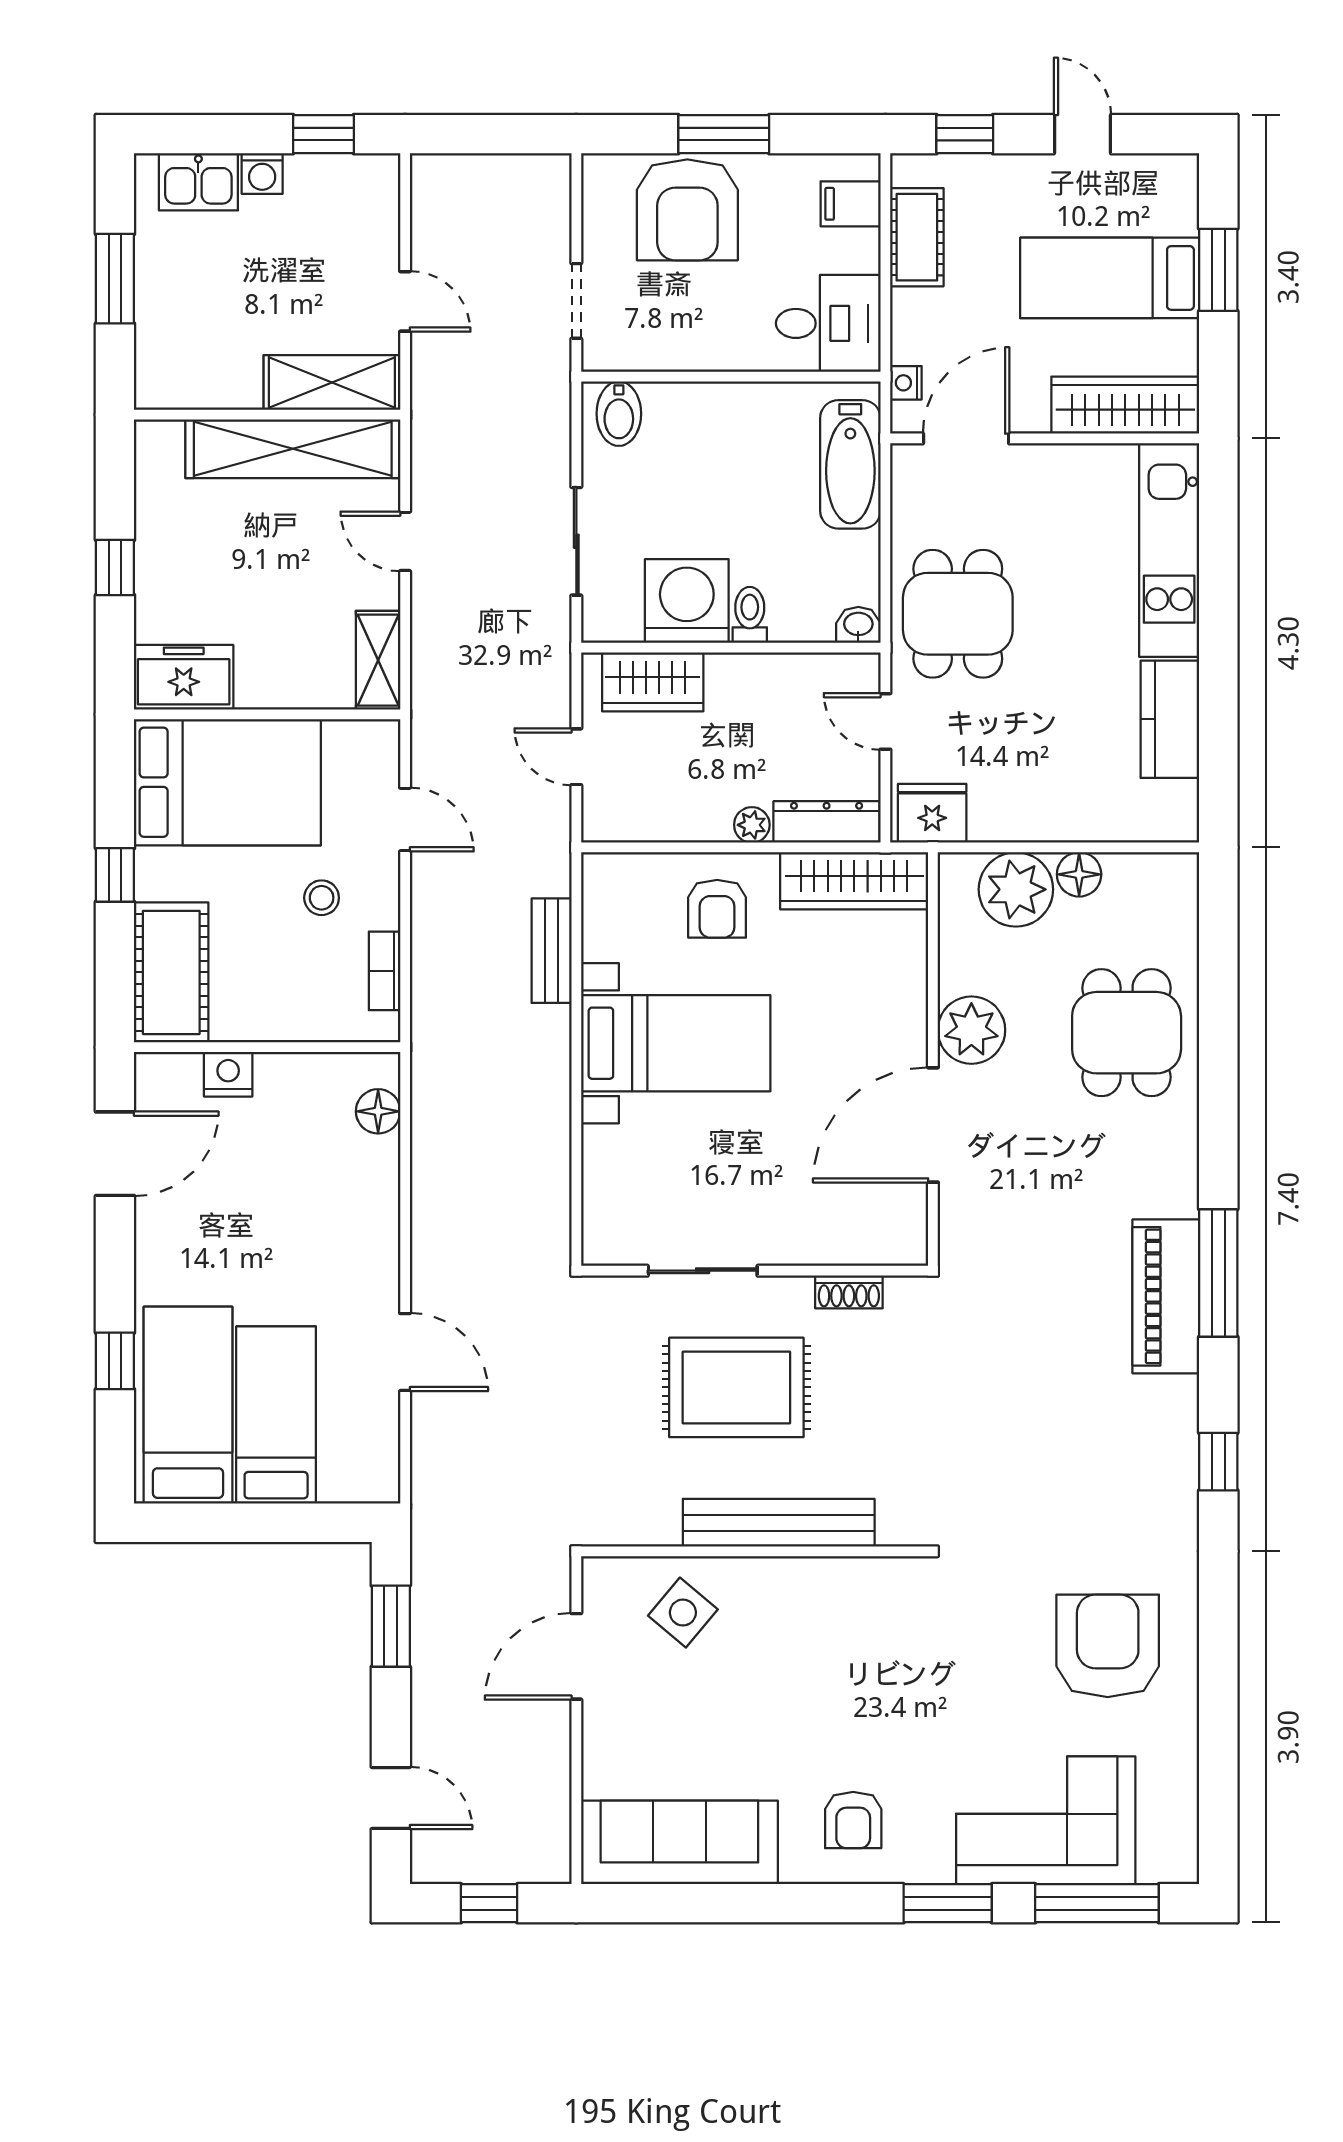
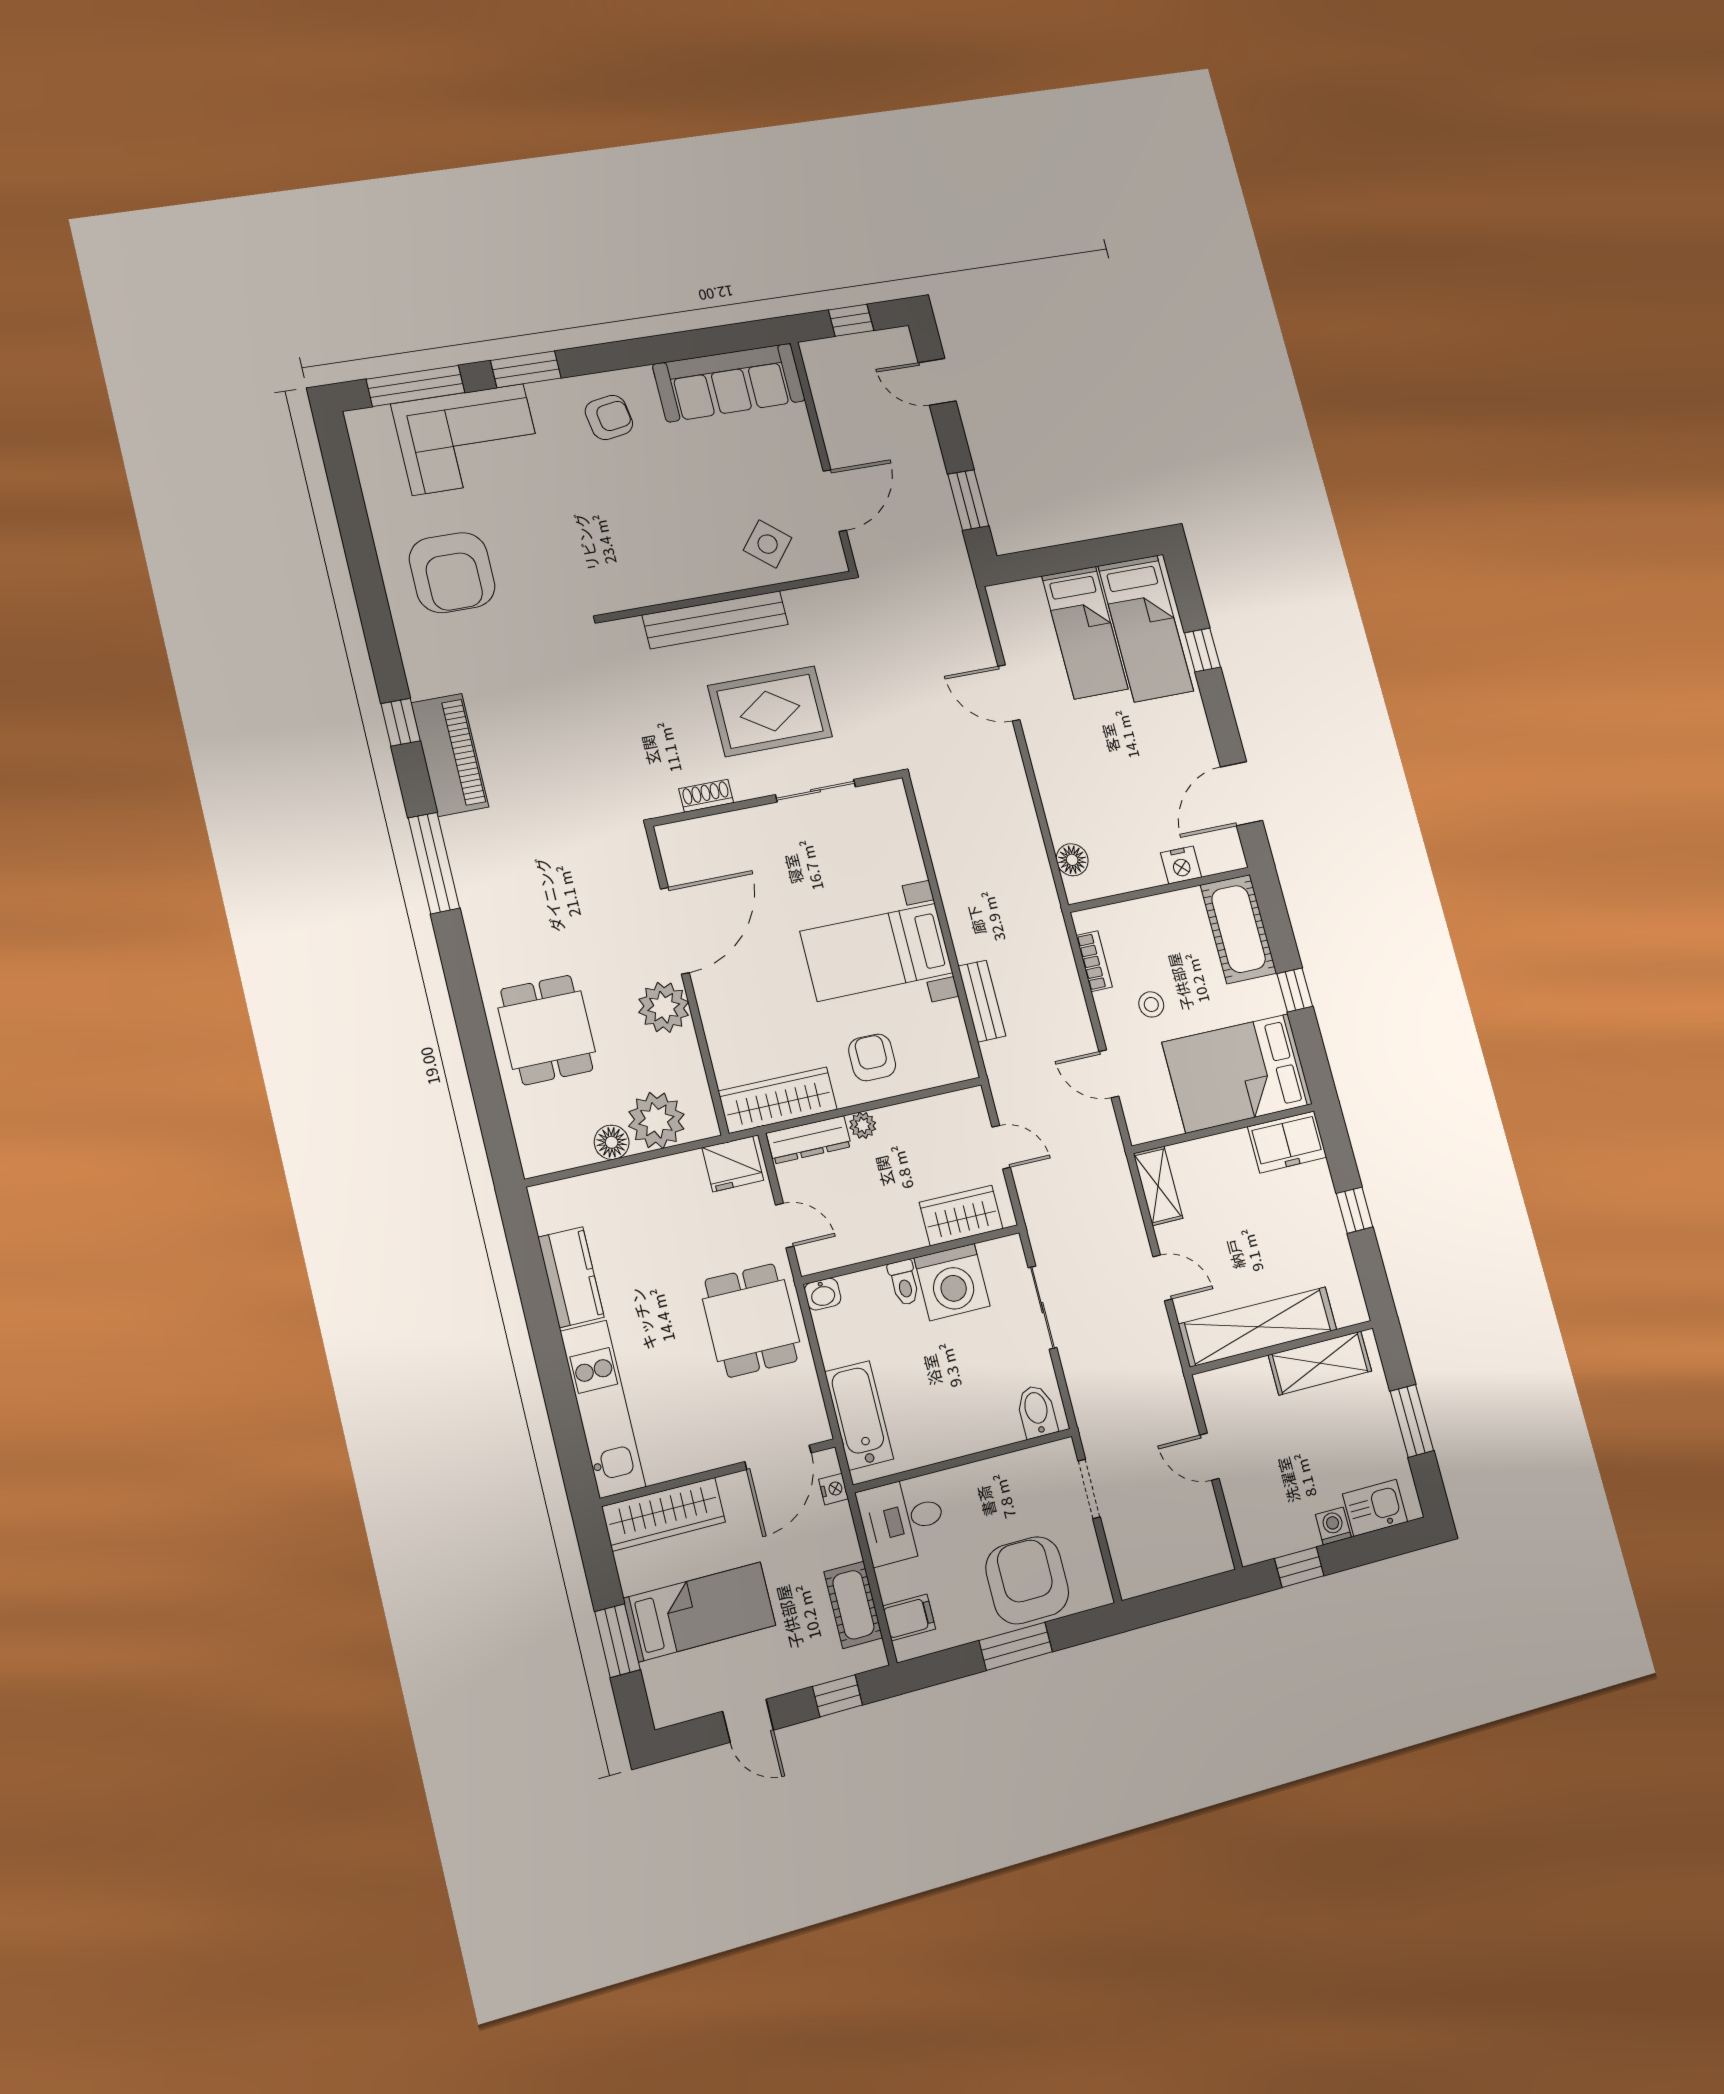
shelving: (332, 383) -> (1320, 1363), moved
piano: (1166, 1296) -> (450, 755), moved
armchair: (853, 1820) -> (609, 417), turned 81

